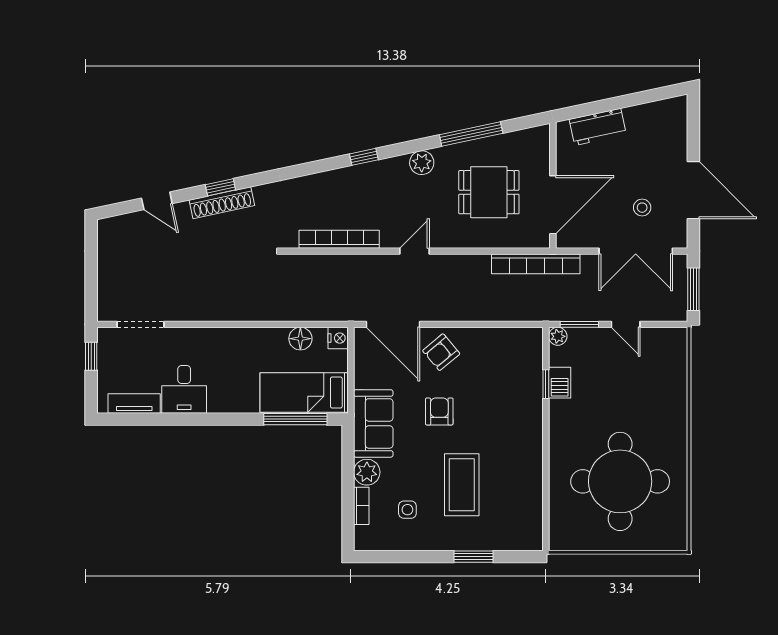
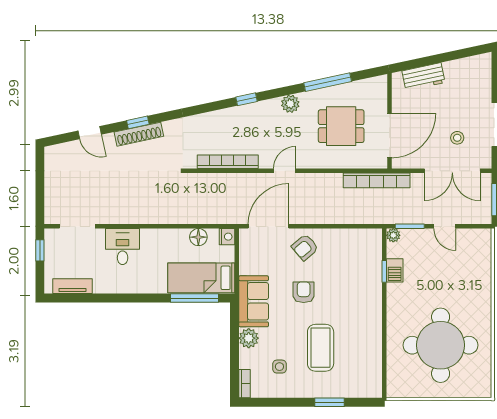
door: (393, 324) -> (268, 226), swing flipped
desk: (184, 389) -> (123, 247), moved, turned 180
bookcase: (361, 506) -> (244, 384), moved

